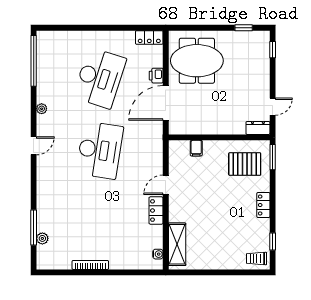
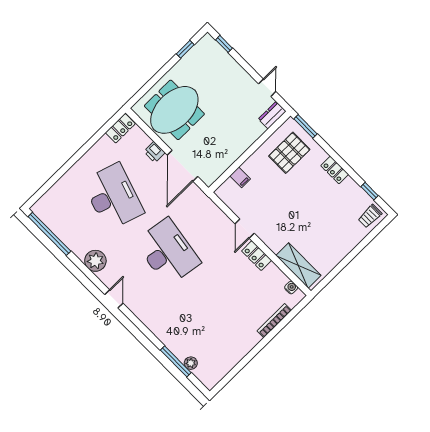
plant: (42, 109) -> (95, 261), width x1.88, depth x1.88
bookcase: (90, 265) -> (274, 321), moved

